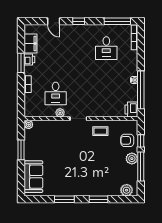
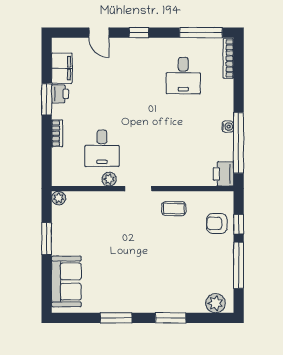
plant: (132, 159) -> (224, 253), removed

